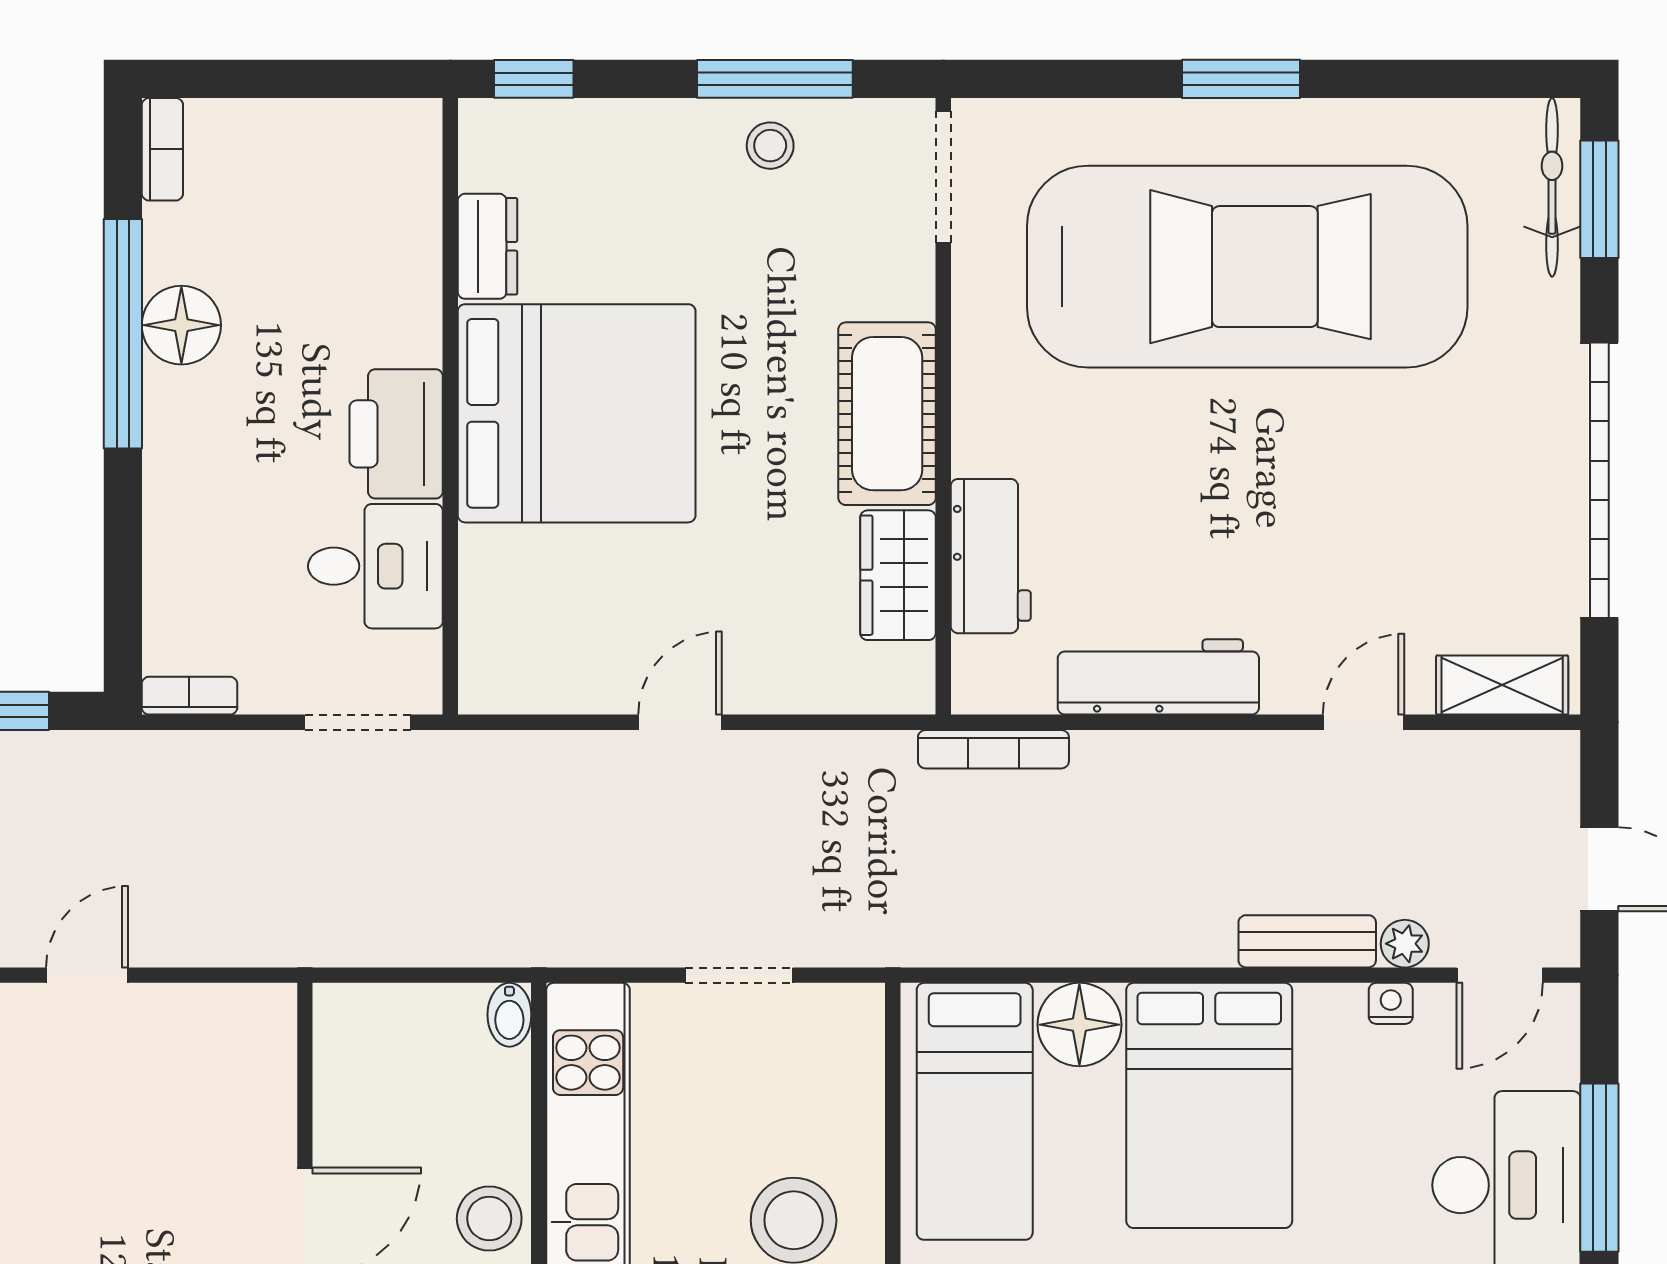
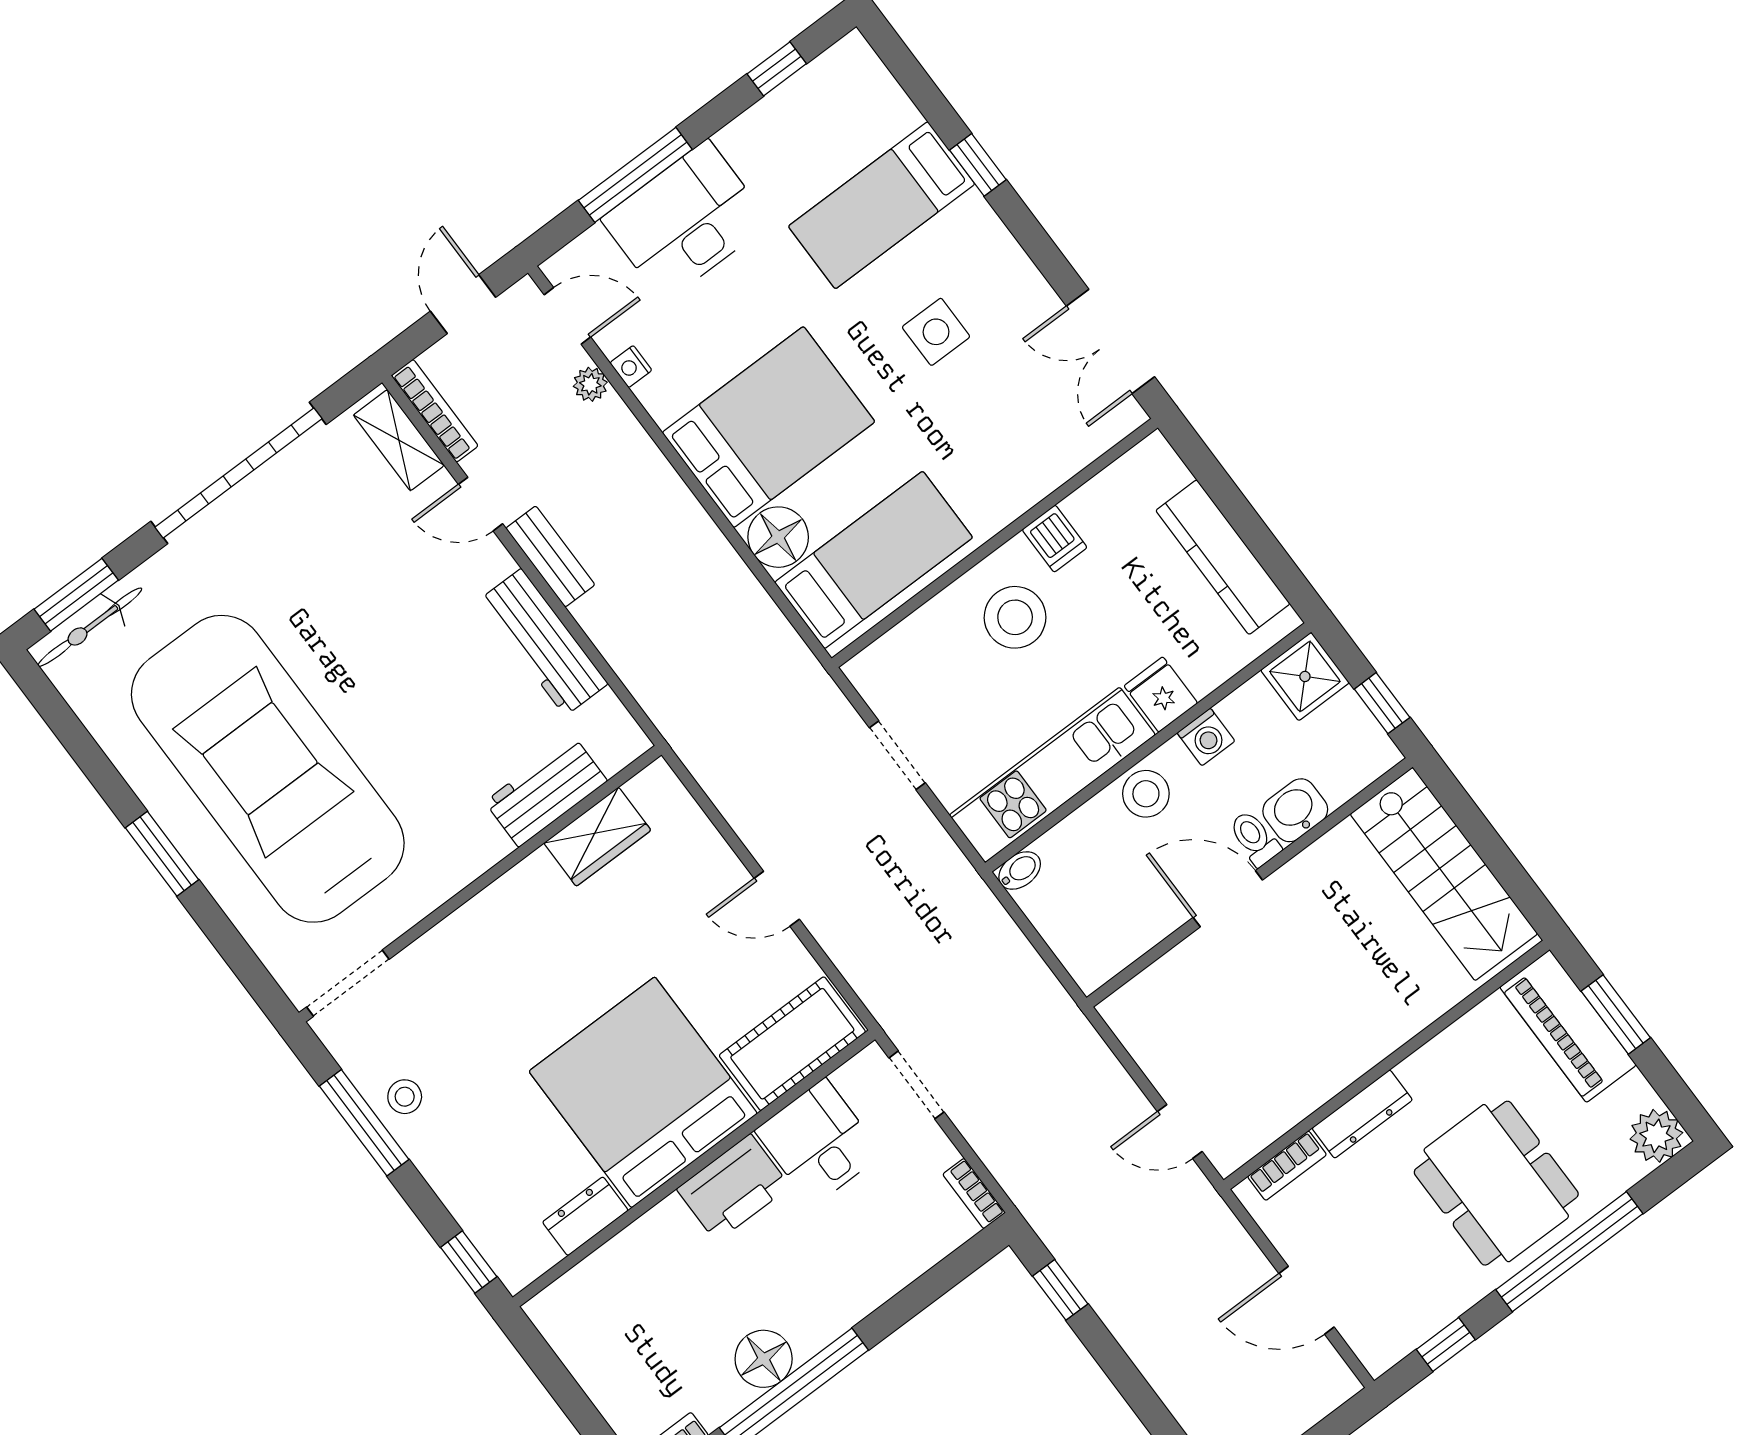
cot: (887, 414) -> (792, 1044), moved
bookcase: (993, 749) -> (435, 411), moved
bench: (1307, 941) -> (550, 556), moved

